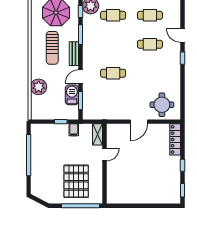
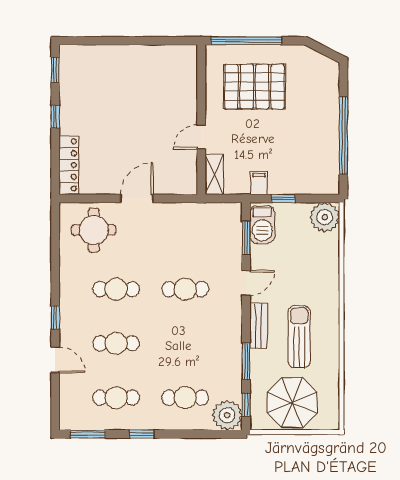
cafe table: (150, 73) -> (116, 289), added
plant: (39, 87) -> (325, 217), moved
barbecue: (72, 95) -> (262, 224), moved
pallet: (76, 181) -> (254, 87), turned 90

